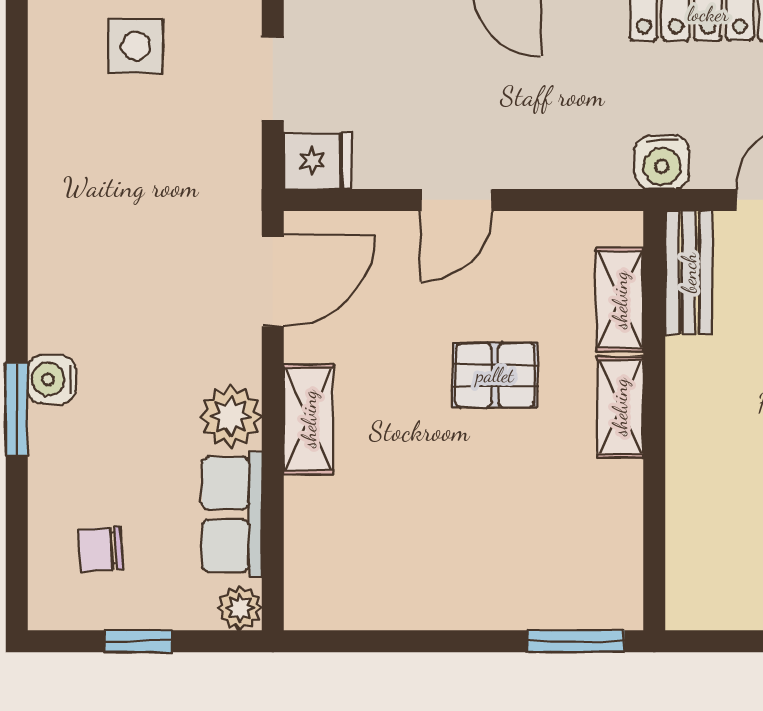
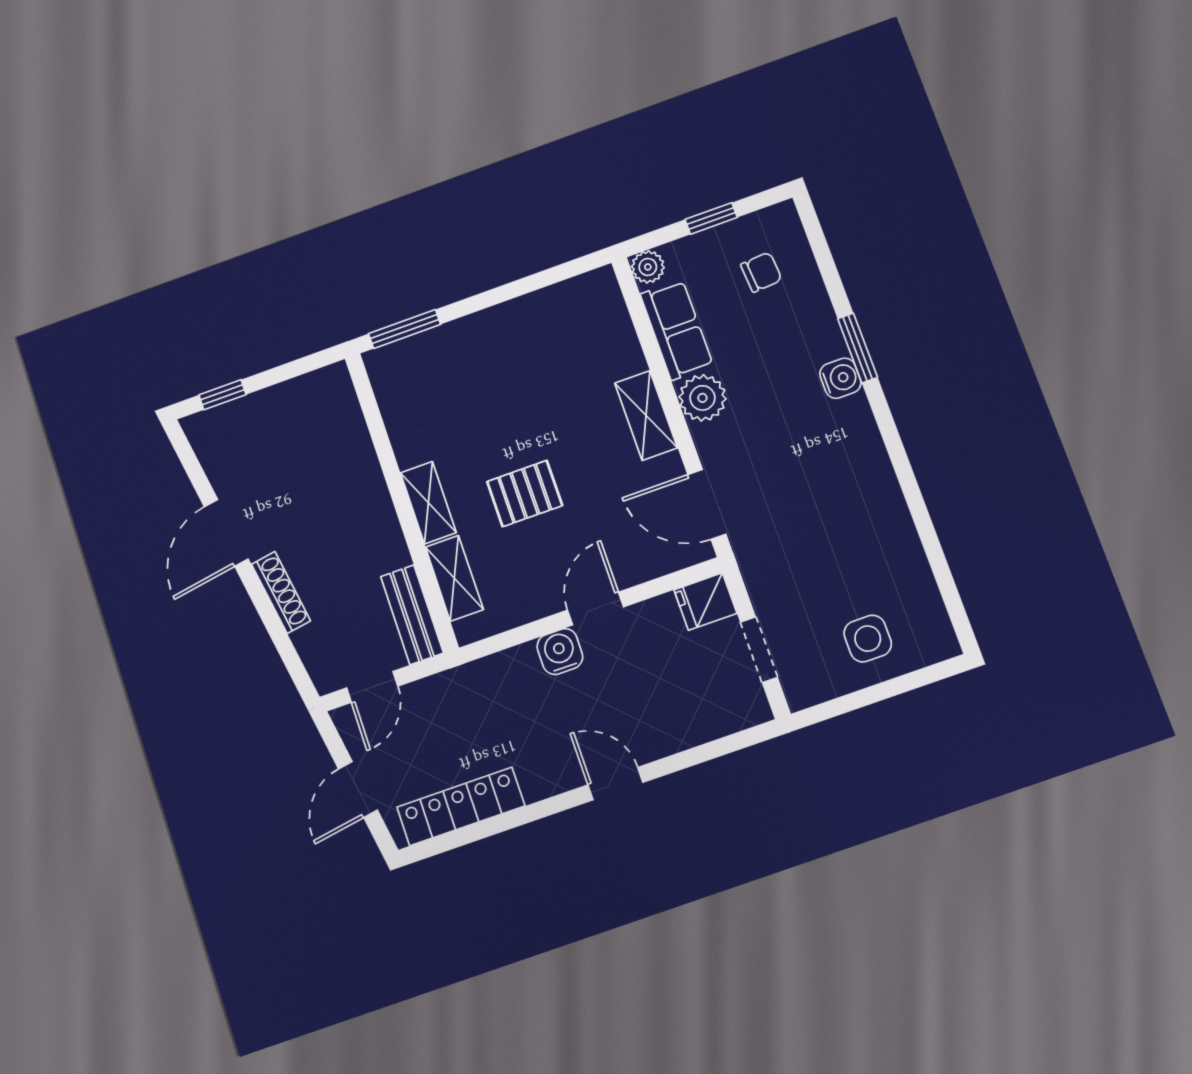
water cooler: (662, 162) -> (560, 652), moved
door: (273, 281) -> (707, 504), hinge flipped

